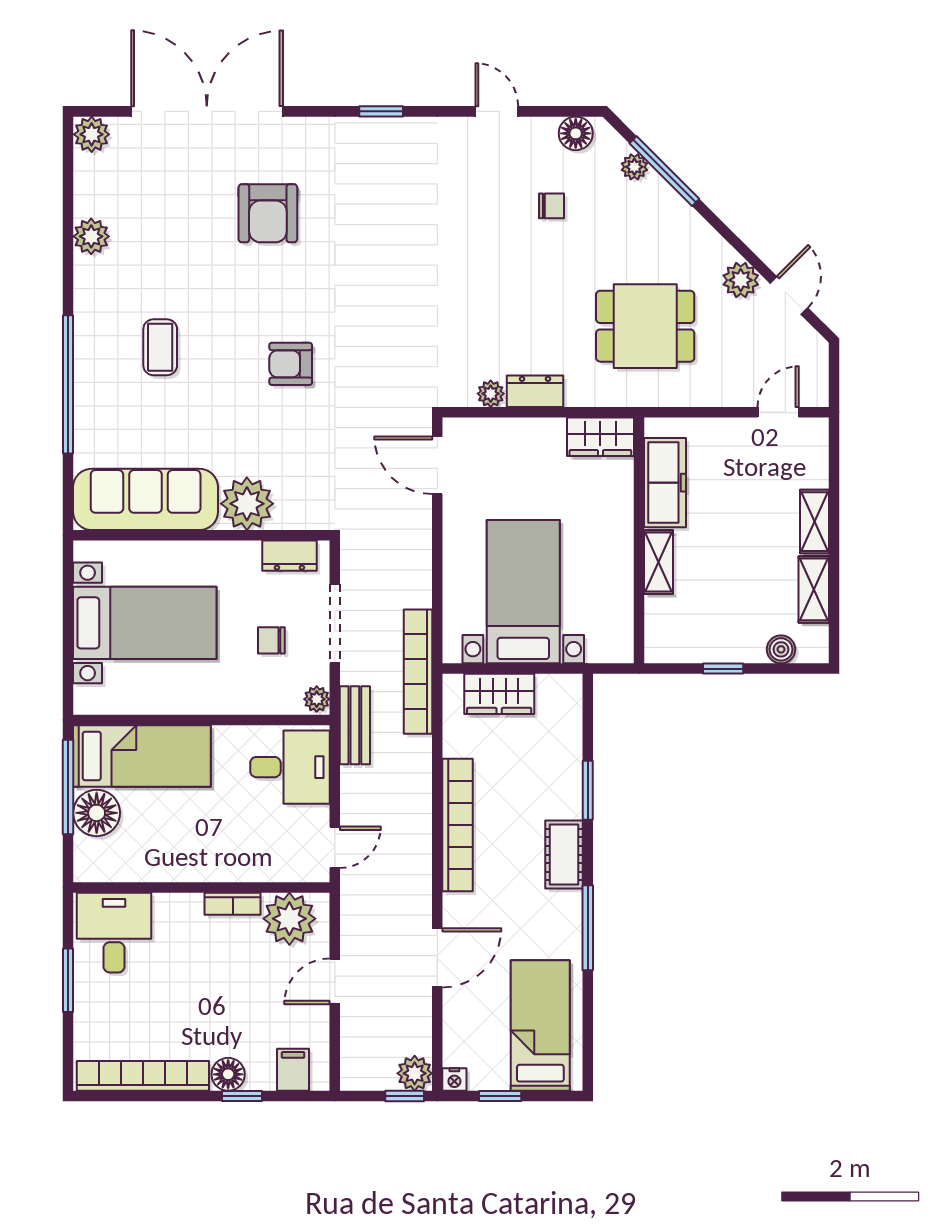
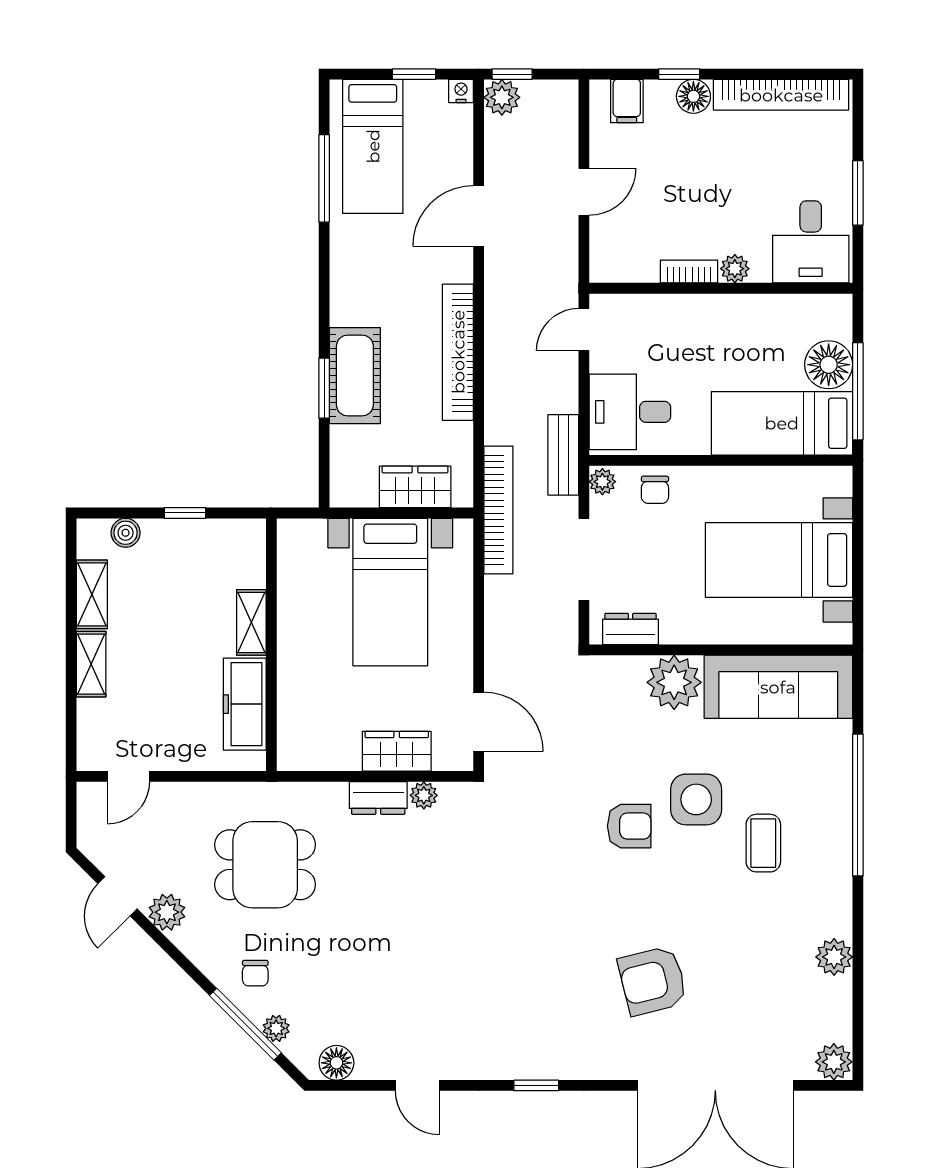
chair: (551, 206) -> (255, 973), moved, turned -90
armchair: (268, 213) -> (653, 981), turned -104
side table: (226, 390) -> (696, 799), added
wardrobe: (600, 437) -> (397, 751), moved
chair: (271, 640) -> (655, 490), moved, turned 90
cot: (564, 855) -> (355, 376), moved, width x1.37, depth x1.34
plant: (289, 919) -> (735, 269), moved, width x0.53, depth x0.53
window: (588, 928) -> (324, 178), moved

